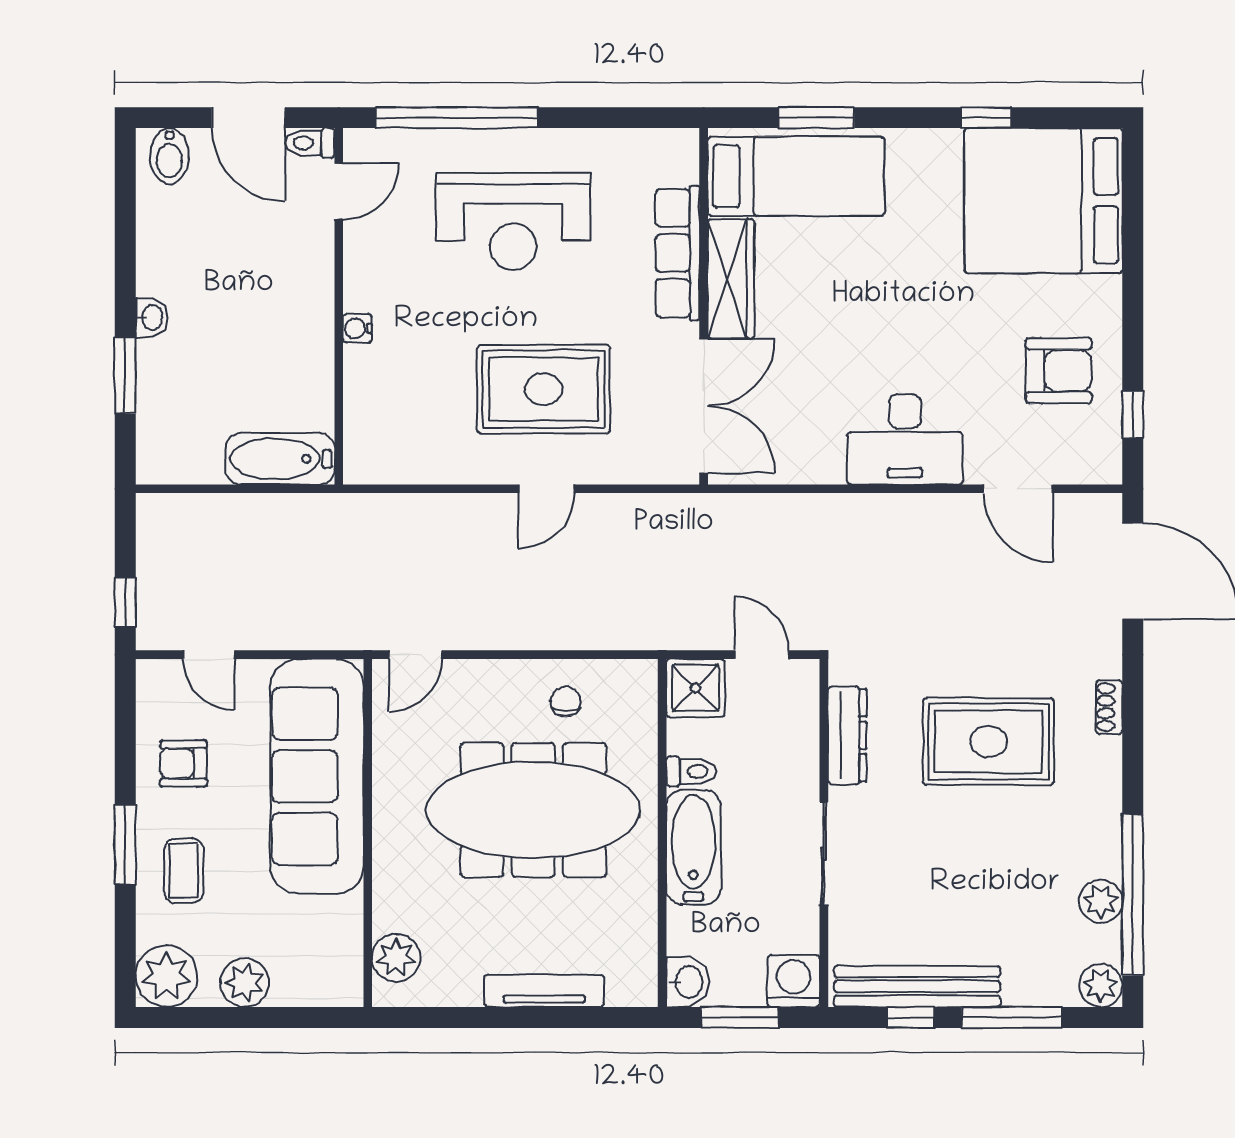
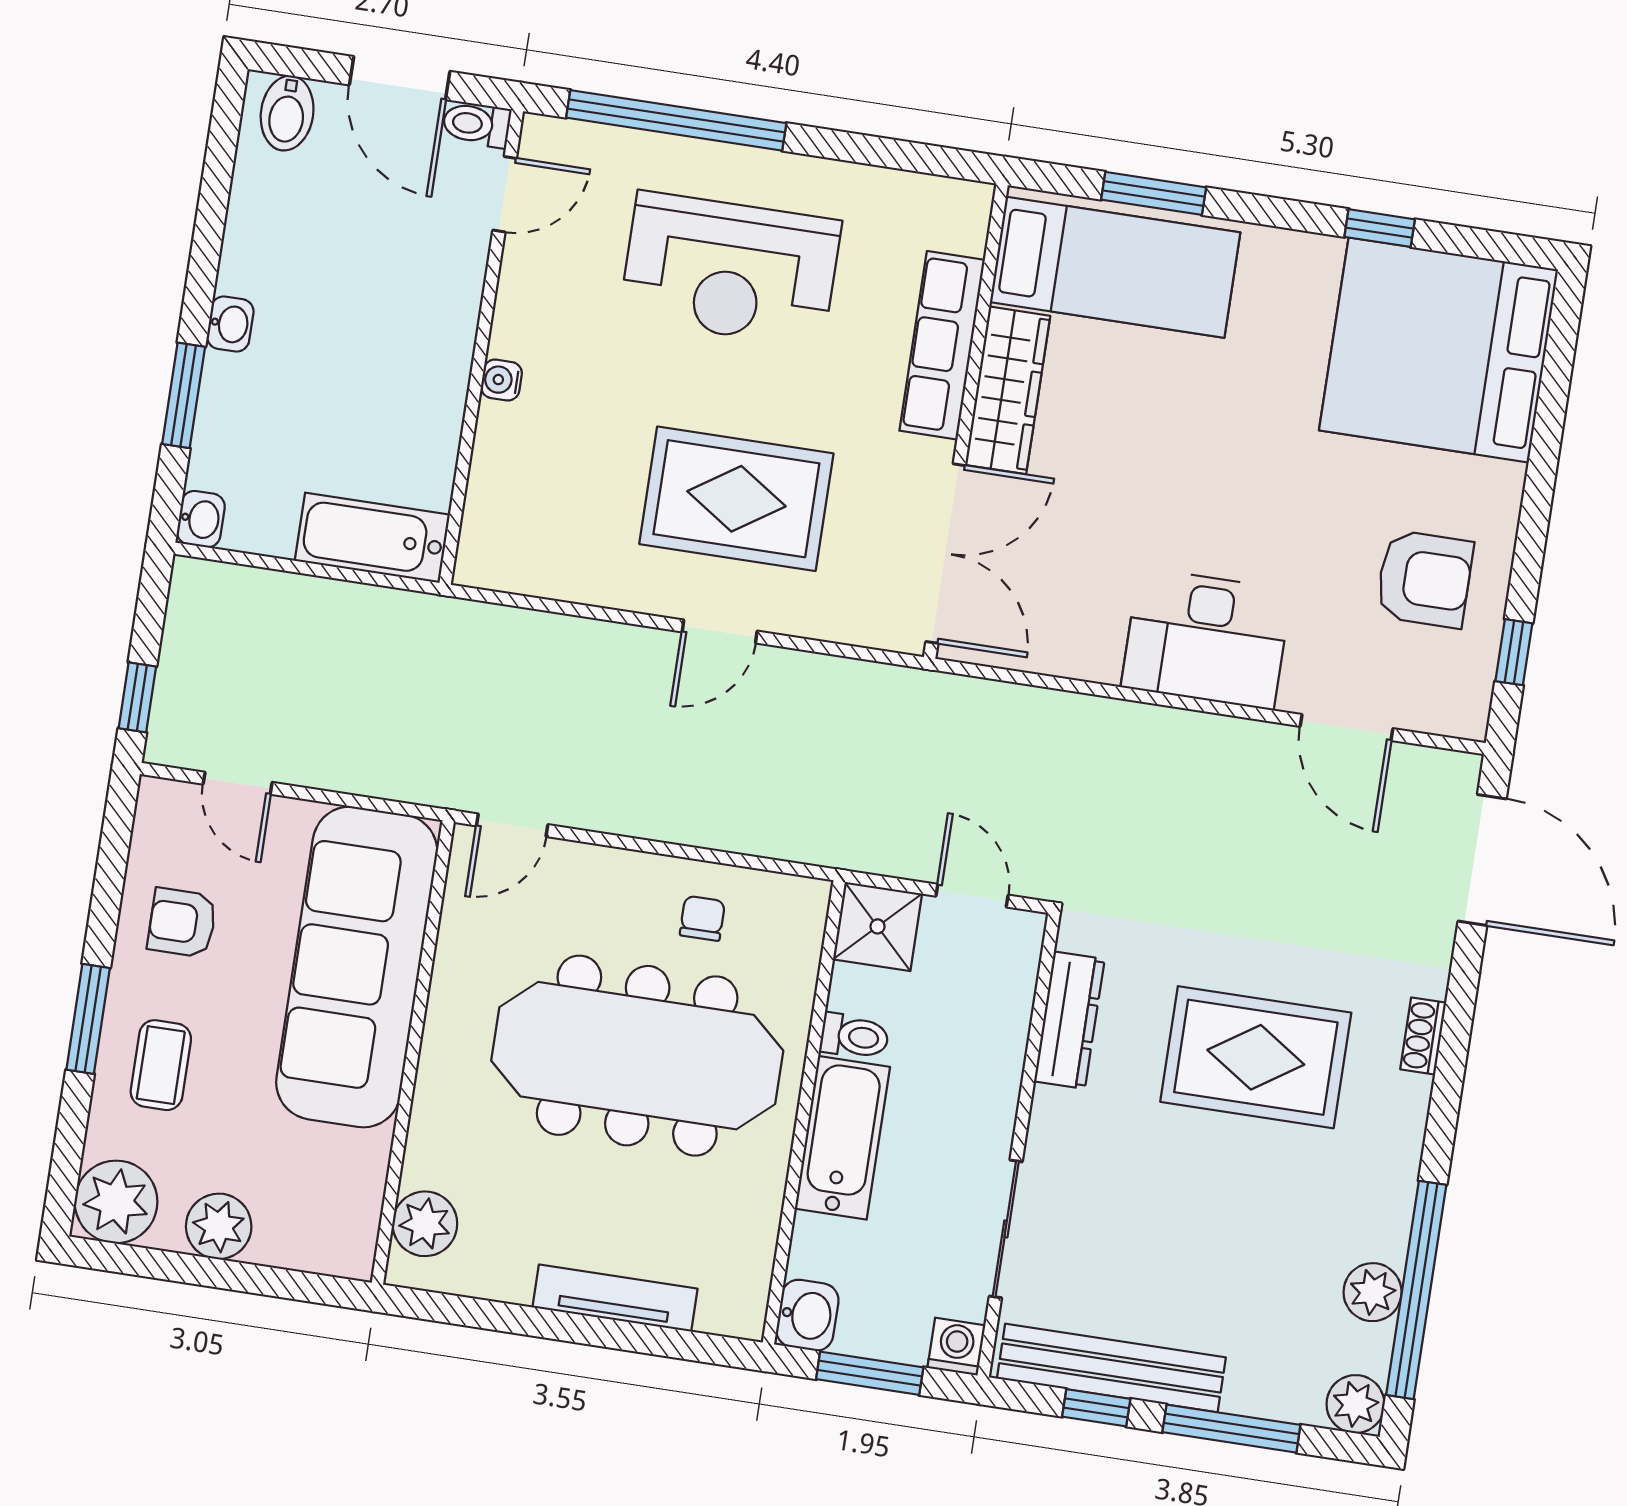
washbasin: (152, 464) -> (201, 519), added
sliding door: (824, 853) -> (1006, 1229), moved
washing machine: (794, 981) -> (956, 1347), width x0.73, depth x0.73

